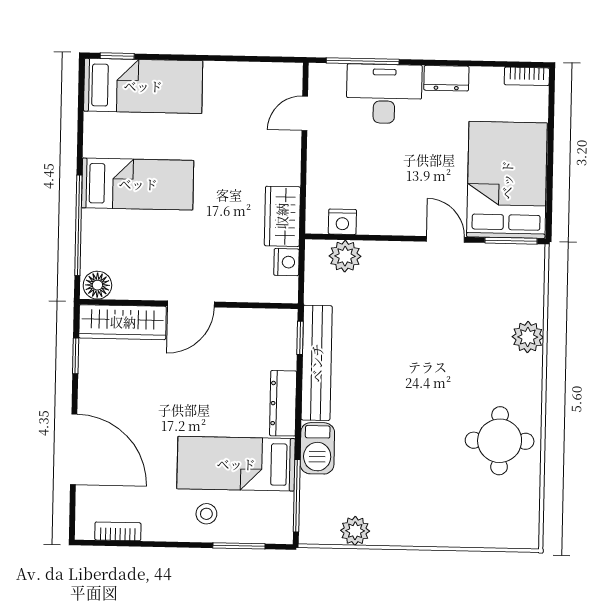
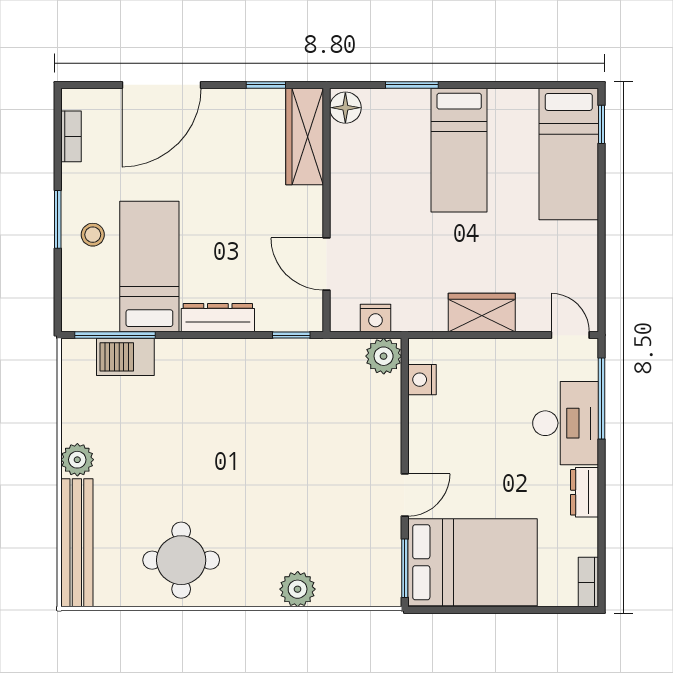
door: (305, 113) -> (570, 335), moved
wardrobe: (282, 216) -> (482, 313), moved
window: (78, 225) -> (412, 85), width x0.47
plant: (345, 256) -> (384, 356), moved
door: (191, 304) -> (327, 264), moved
bench: (317, 363) -> (77, 543), moved, turned 90
barbecue: (317, 448) -> (125, 357), moved
plant: (355, 531) -> (77, 460), moved
window: (239, 546) -> (58, 219), moved

